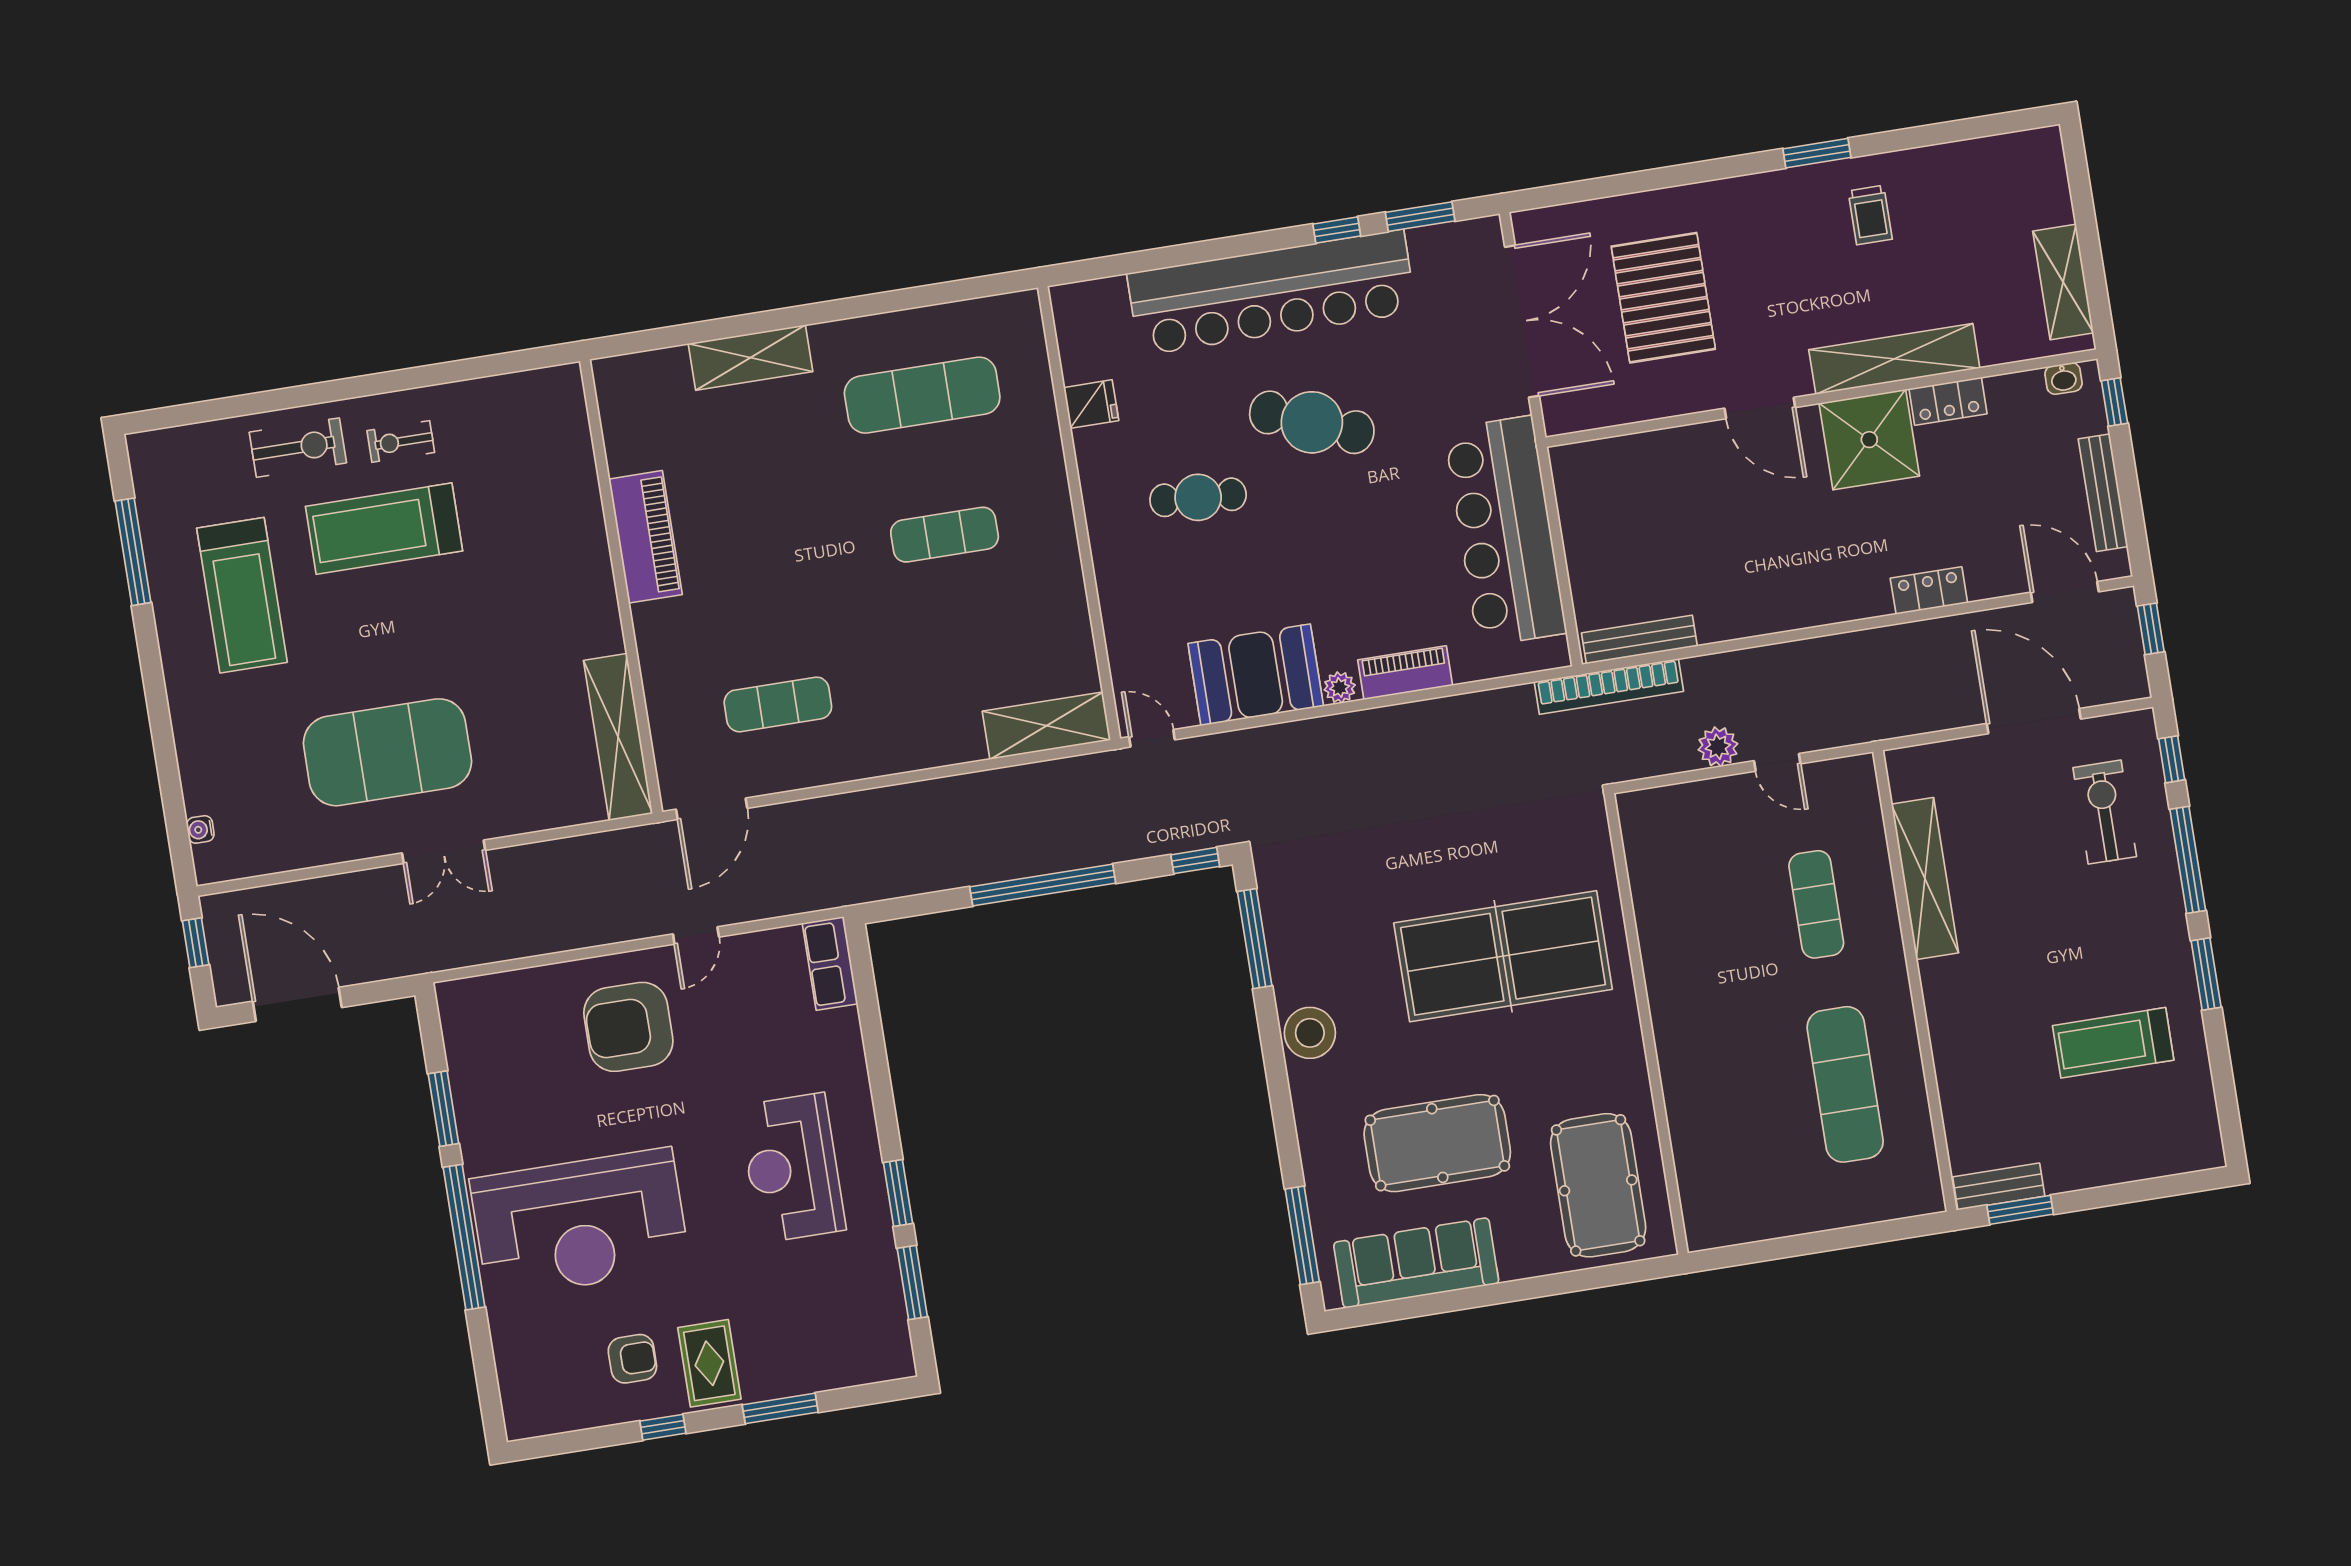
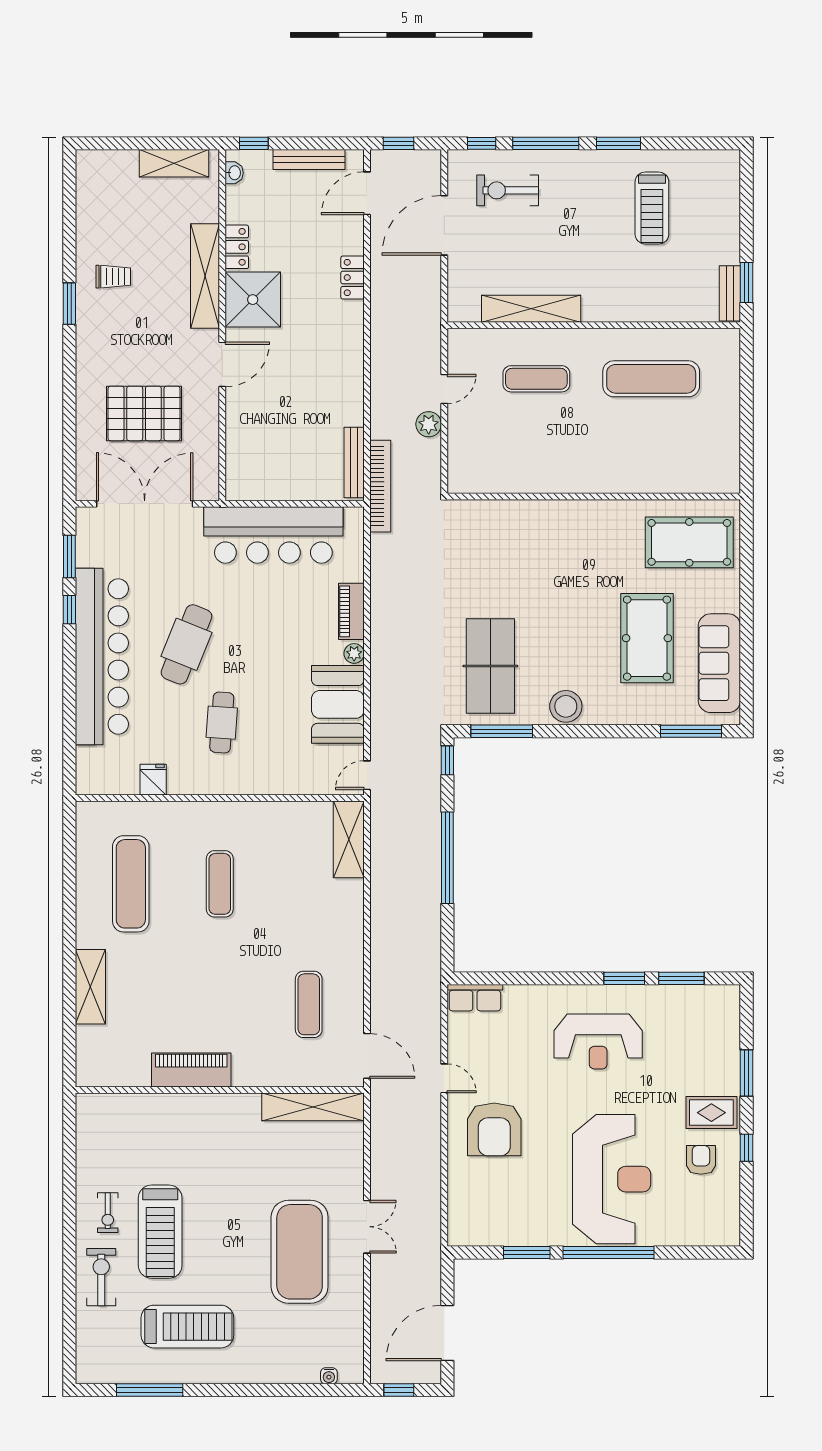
table tennis table: (1503, 956) -> (490, 666), moved, width x0.73, depth x0.76

